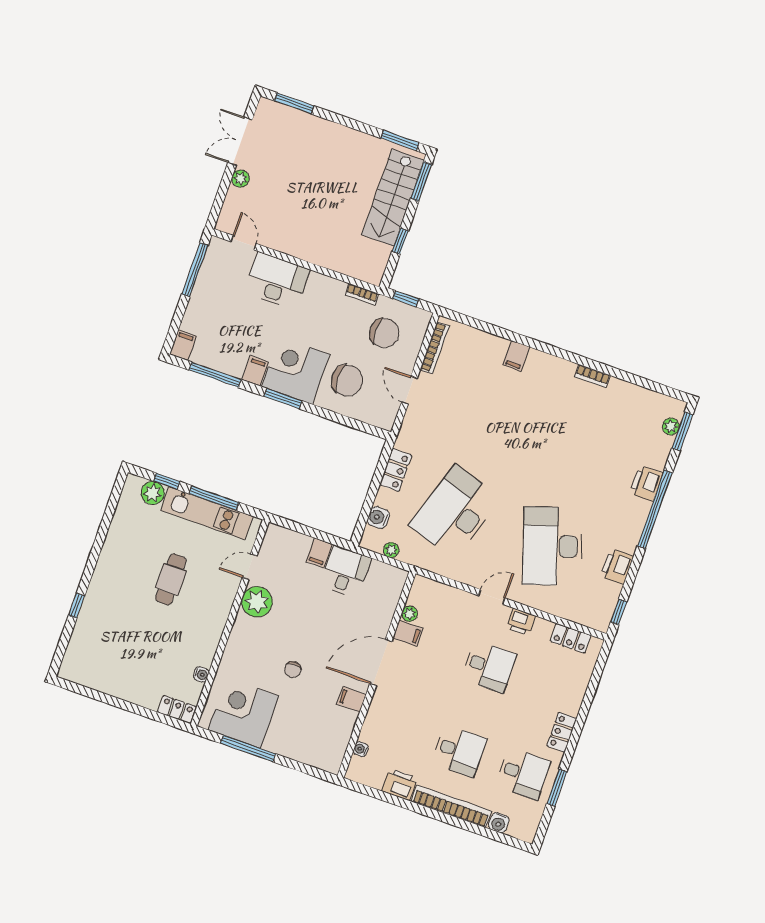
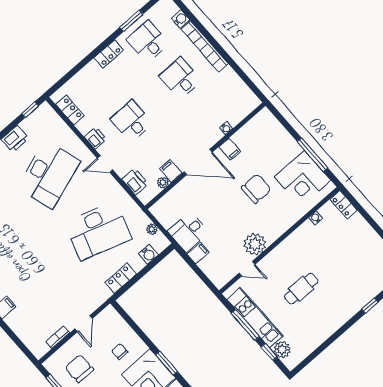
bookcase: (435, 348) -> (58, 337), width x0.64
chair: (347, 381) -> (120, 352), width x0.54, depth x0.54
chair: (293, 670) -> (256, 189), width x1.87, depth x1.87
water cooler: (361, 749) -> (226, 128), moved
printer: (400, 785) -> (135, 181), moved, turned 180

